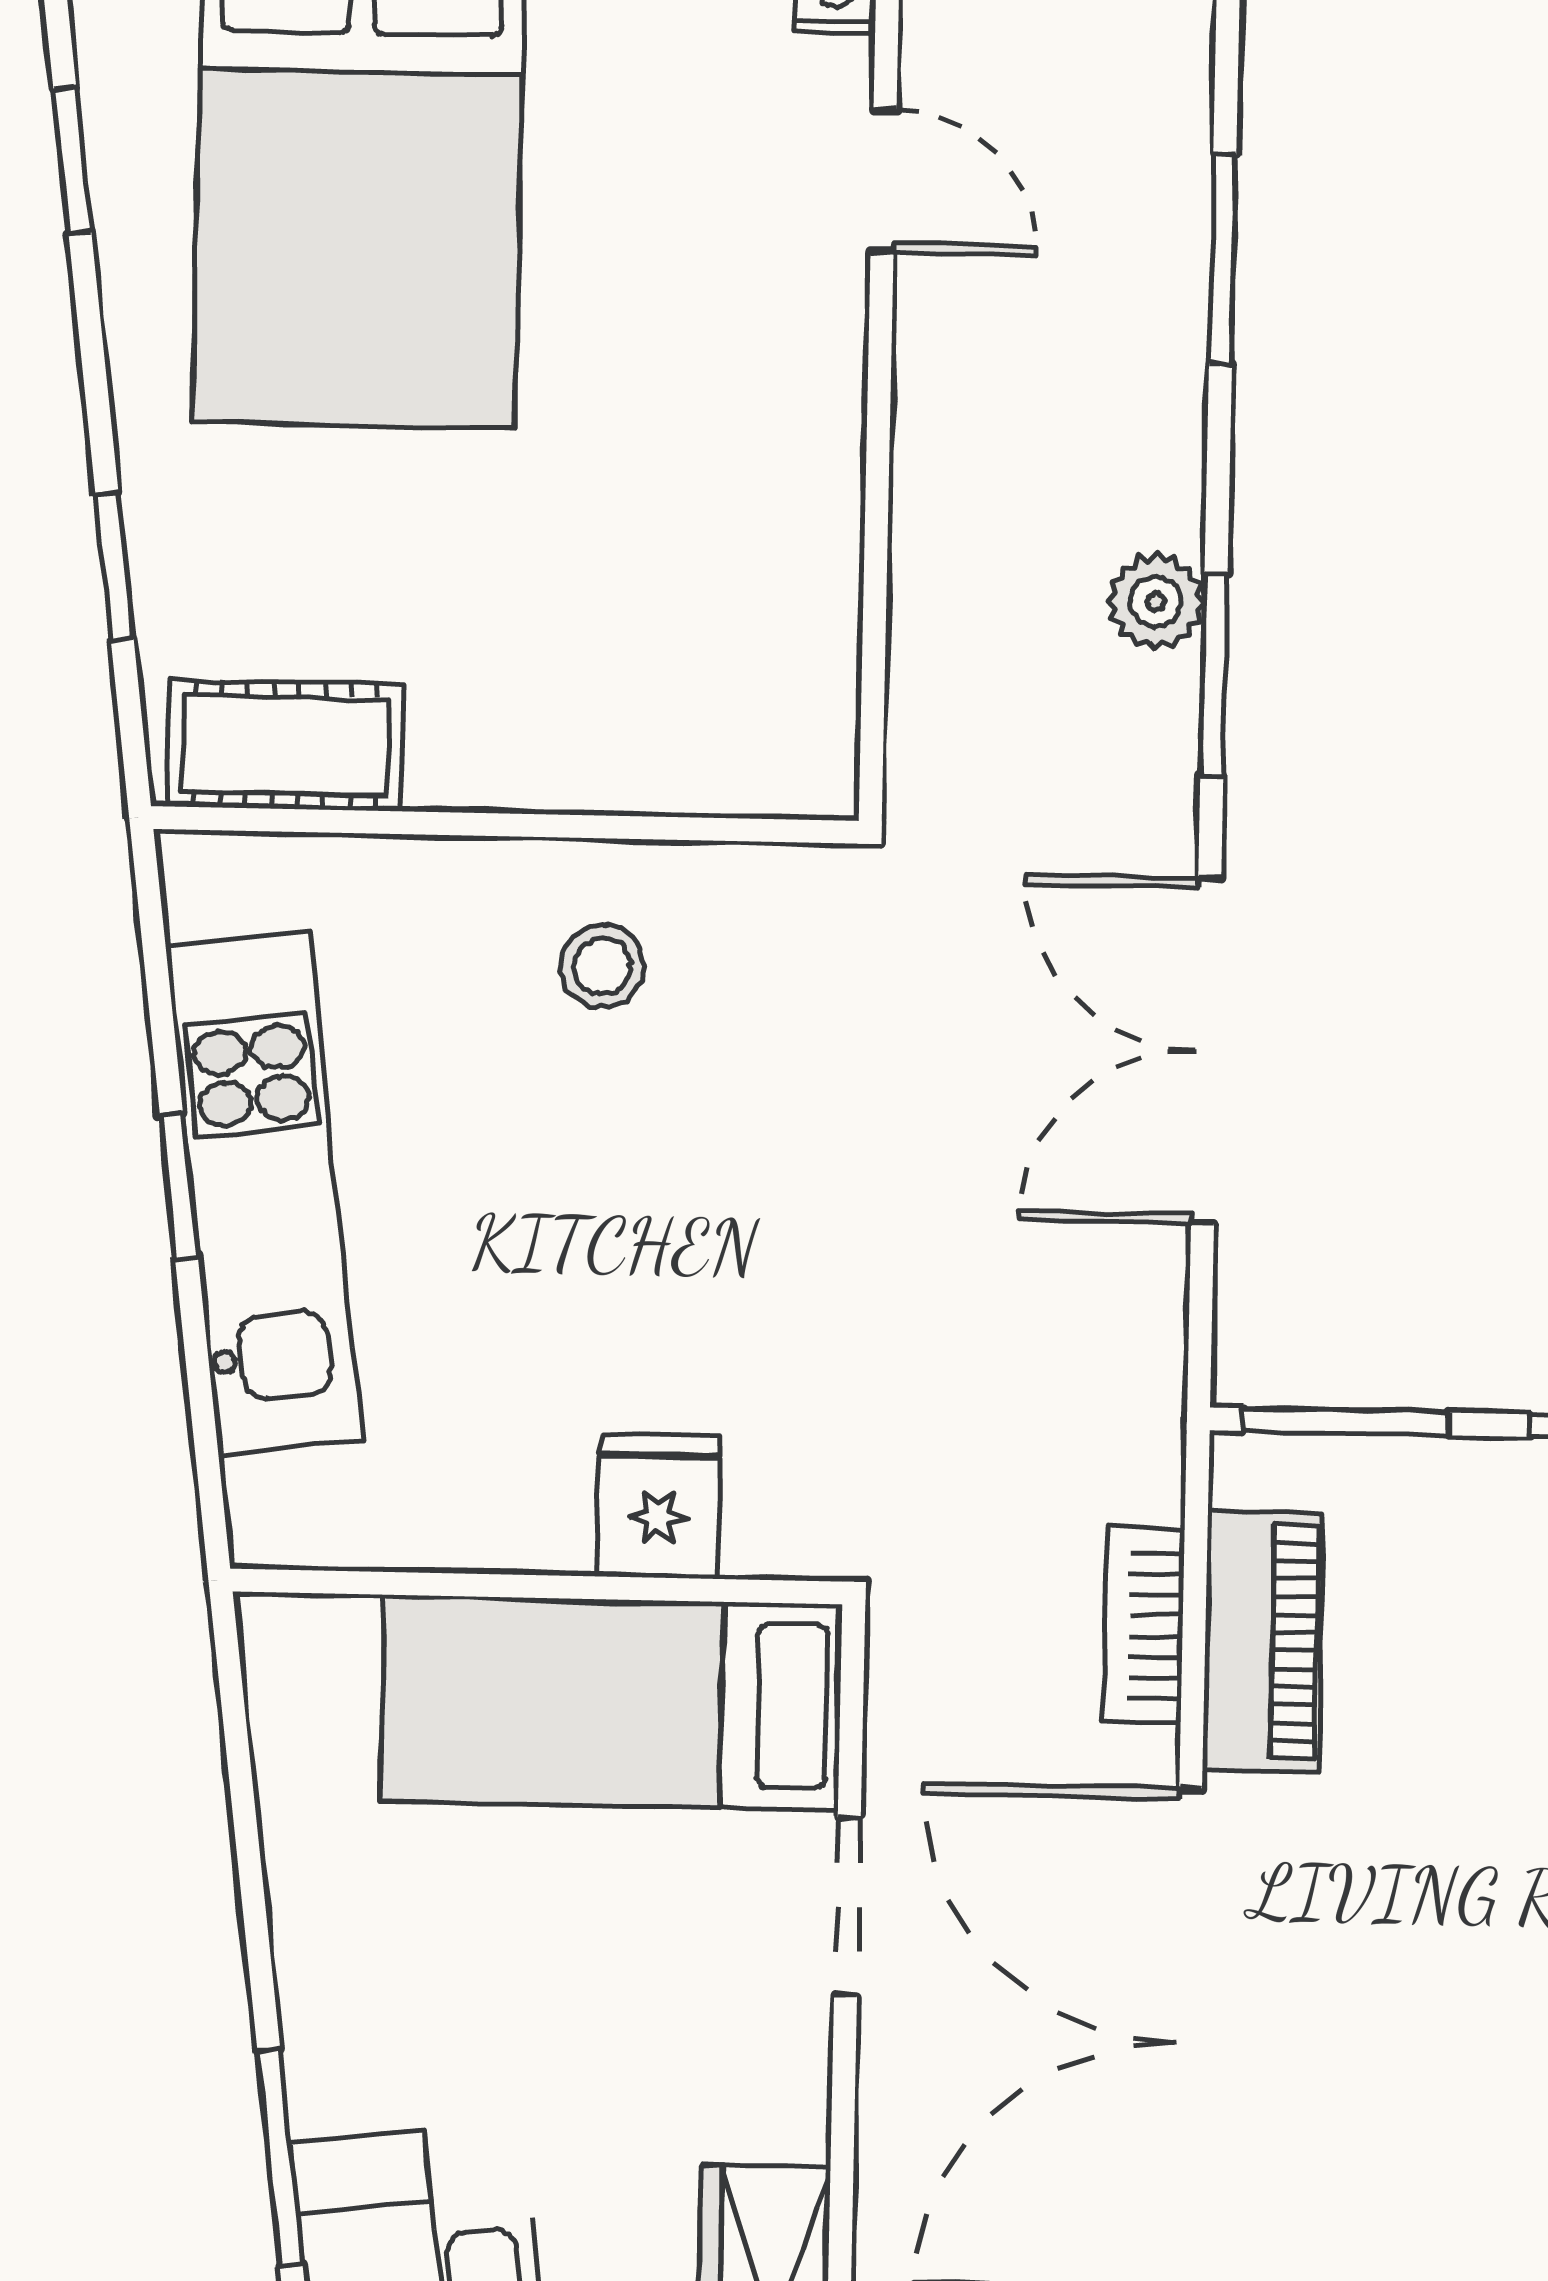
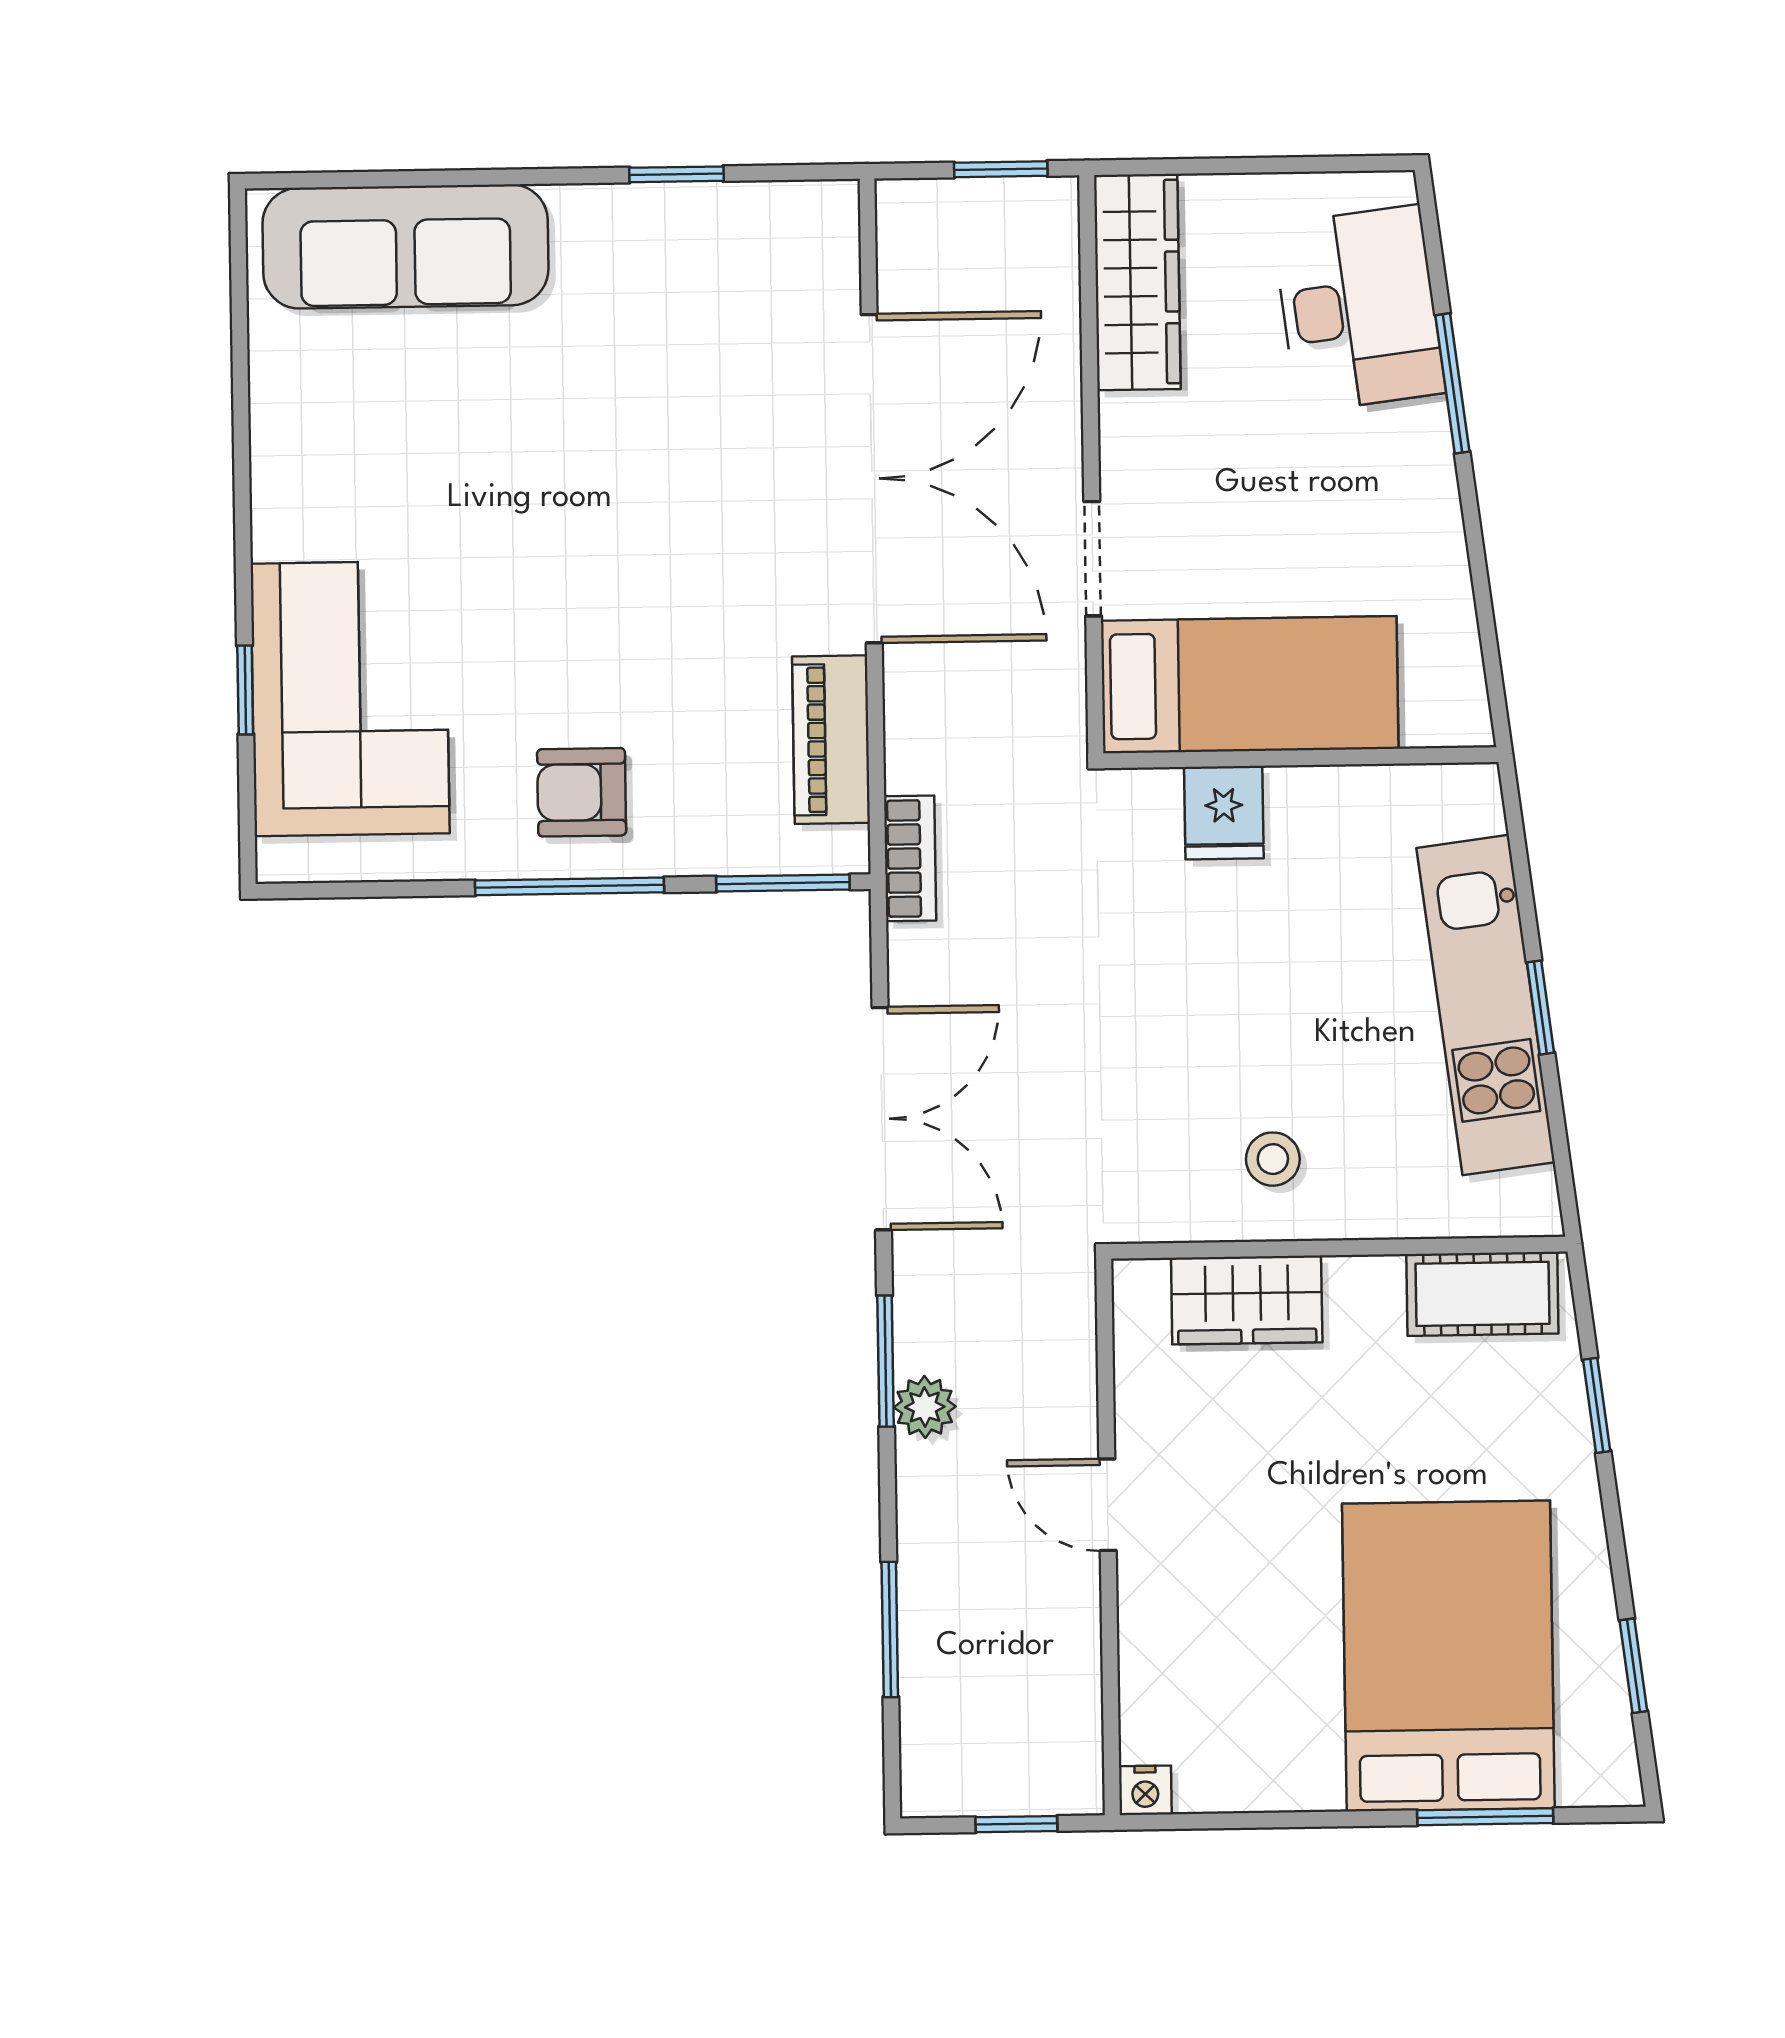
door: (884, 181) -> (1108, 1505), moved
wardrobe: (651, 749) -> (1247, 1300), added
bookcase: (1144, 1626) -> (910, 858), moved

